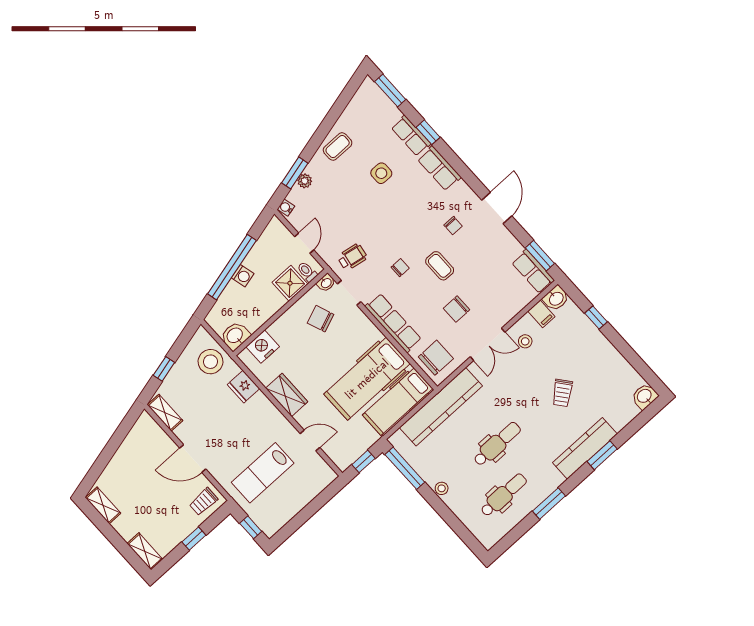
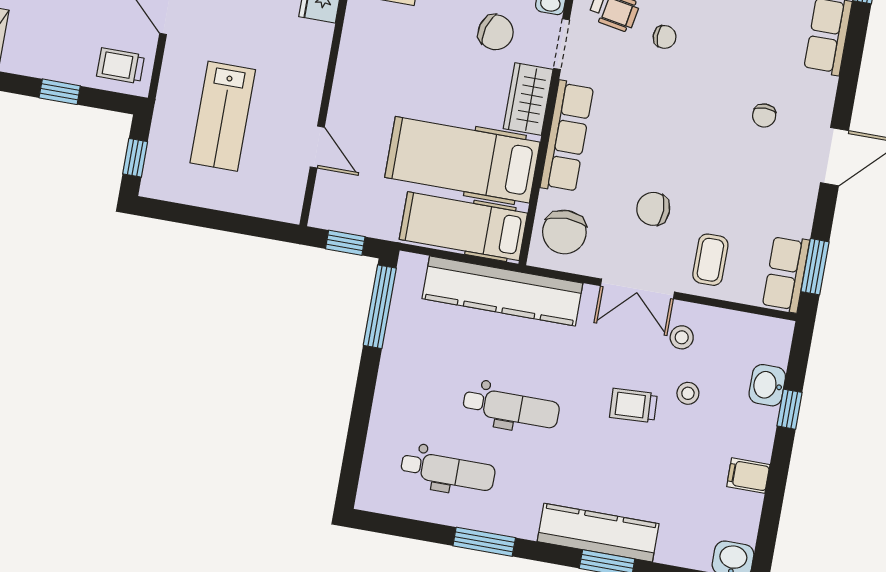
coffee table: (440, 266) -> (710, 260), moved
chair: (400, 268) -> (665, 37), moved
washbasin: (556, 298) -> (767, 385), moved, turned 90
filing cabinet: (541, 314) -> (748, 476), moved, turned 90
chair: (321, 319) -> (496, 32), turned 127
chair: (436, 358) -> (564, 232), turned 90
trolley: (562, 393) -> (633, 405), moved, turned 36
wardrobe: (287, 395) -> (528, 99), moved, turned 180
lab bench: (263, 473) -> (223, 116), turned -90
stool: (442, 488) -> (688, 393), moved

